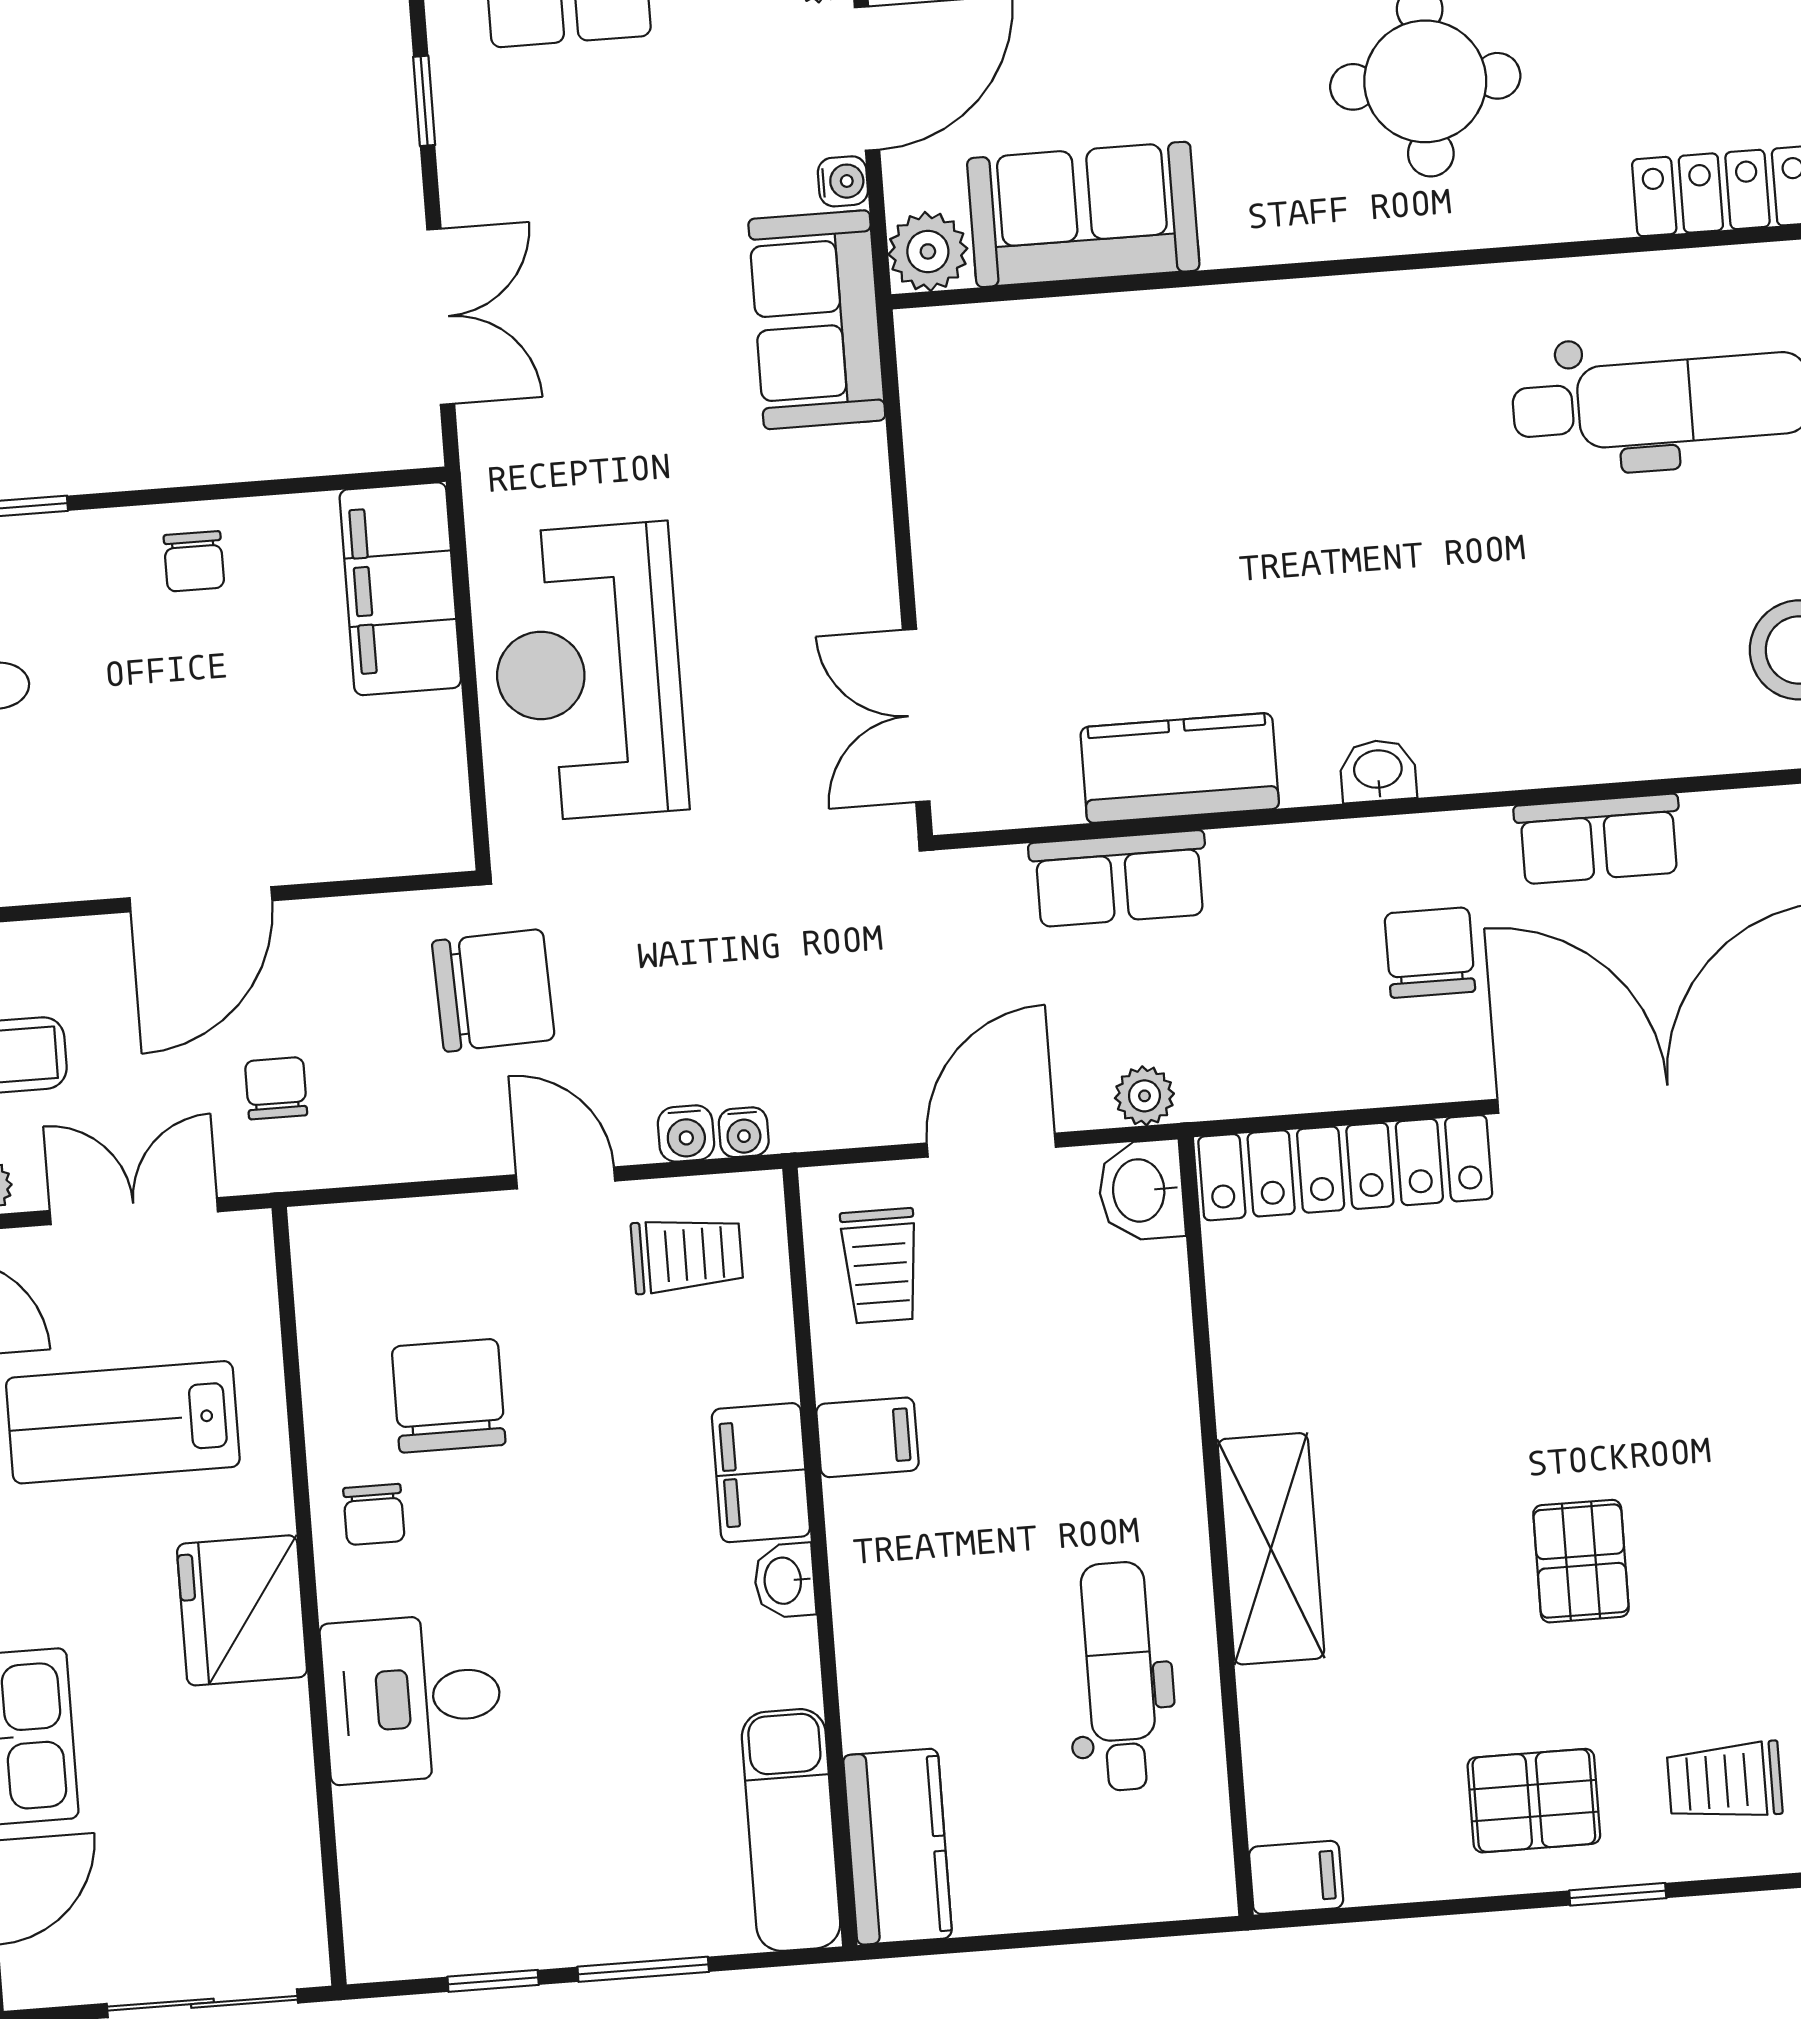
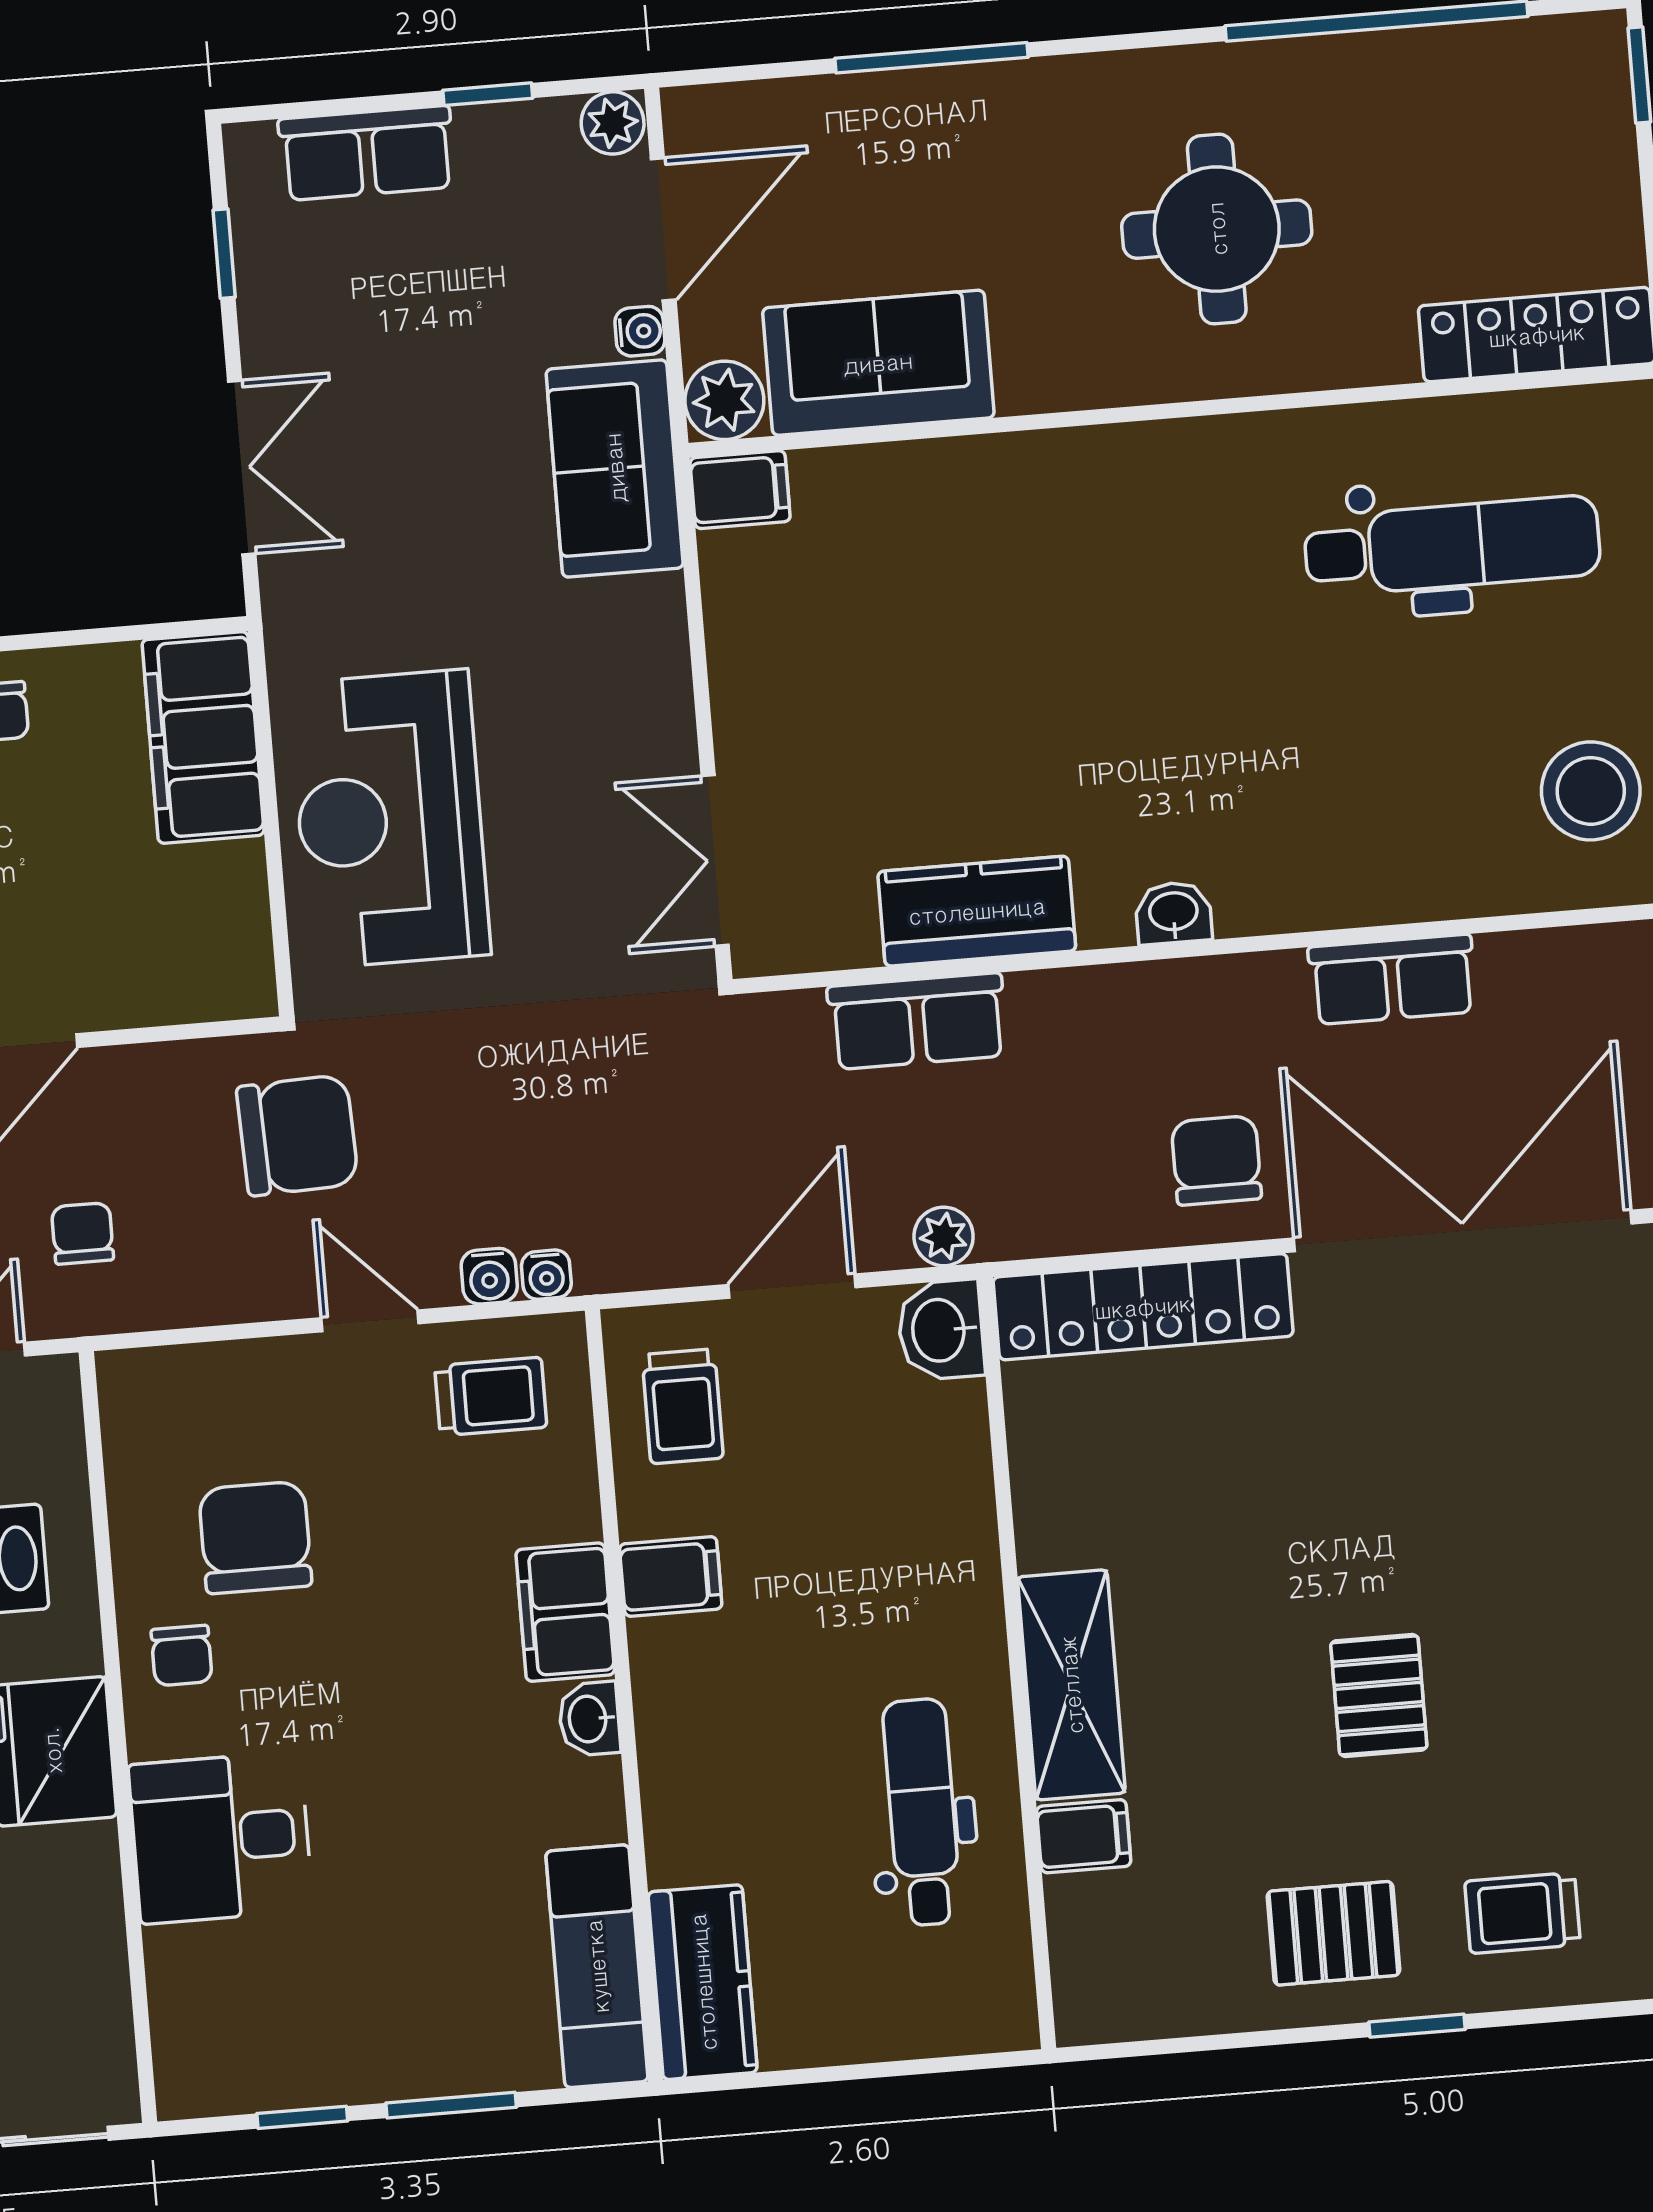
filing cabinet: (943, 342) -> (740, 490), added
chair: (1430, 952) -> (1216, 1160), moved
filing cabinet: (1296, 1877) -> (1084, 1836), moved

